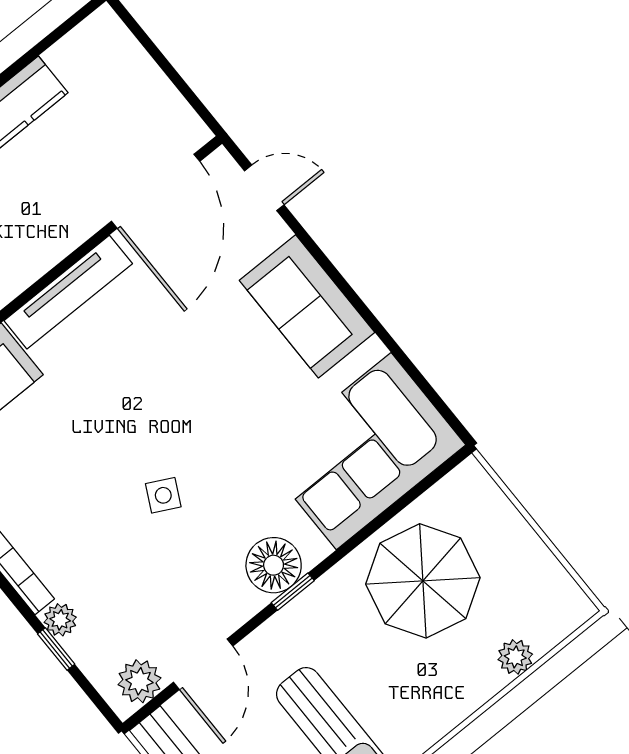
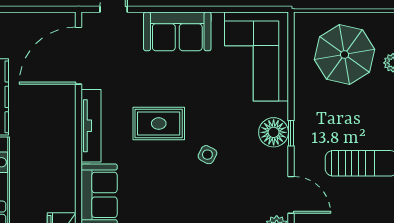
door: (156, 191) -> (79, 56), swing flipped
rug: (151, 388) -> (159, 124), added
parasol: (423, 581) -> (344, 55), moved

